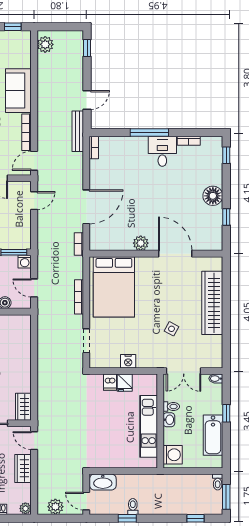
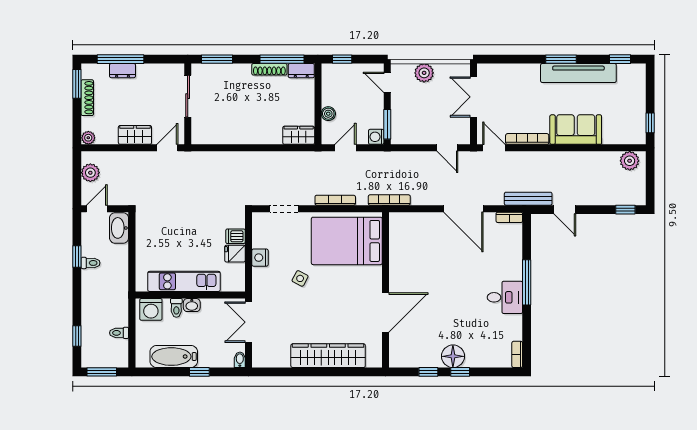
bookcase: (189, 141) -> (517, 354), moved
window: (226, 155) -> (460, 372), moved
door: (86, 207) -> (463, 209), moved
plant: (141, 243) -> (398, 272), removed
bookcase: (79, 244) -> (389, 200), width x1.56
side table: (171, 329) -> (300, 278), moved
wardrobe: (23, 407) -> (299, 135), moved
toilet: (171, 407) -> (176, 308), moved
toilet: (218, 482) -> (119, 333), moved

